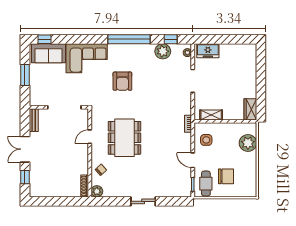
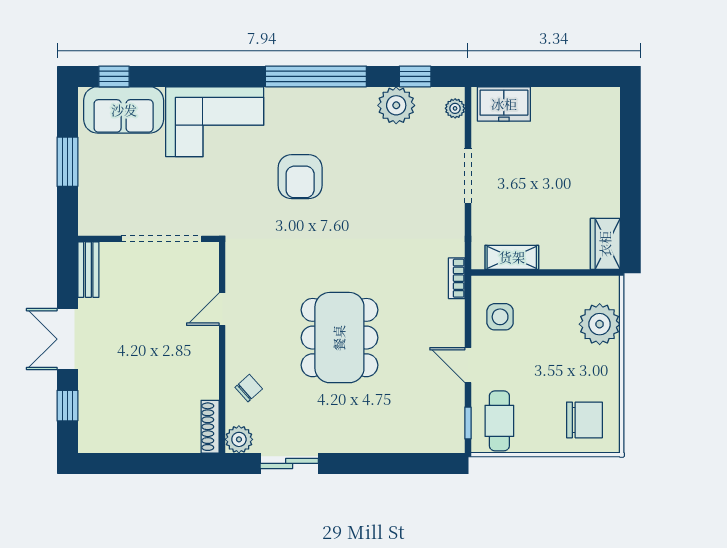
dining table: (124, 138) -> (339, 338), moved
chair: (226, 176) -> (584, 420), moved
sliding door: (143, 201) -> (289, 463), moved

